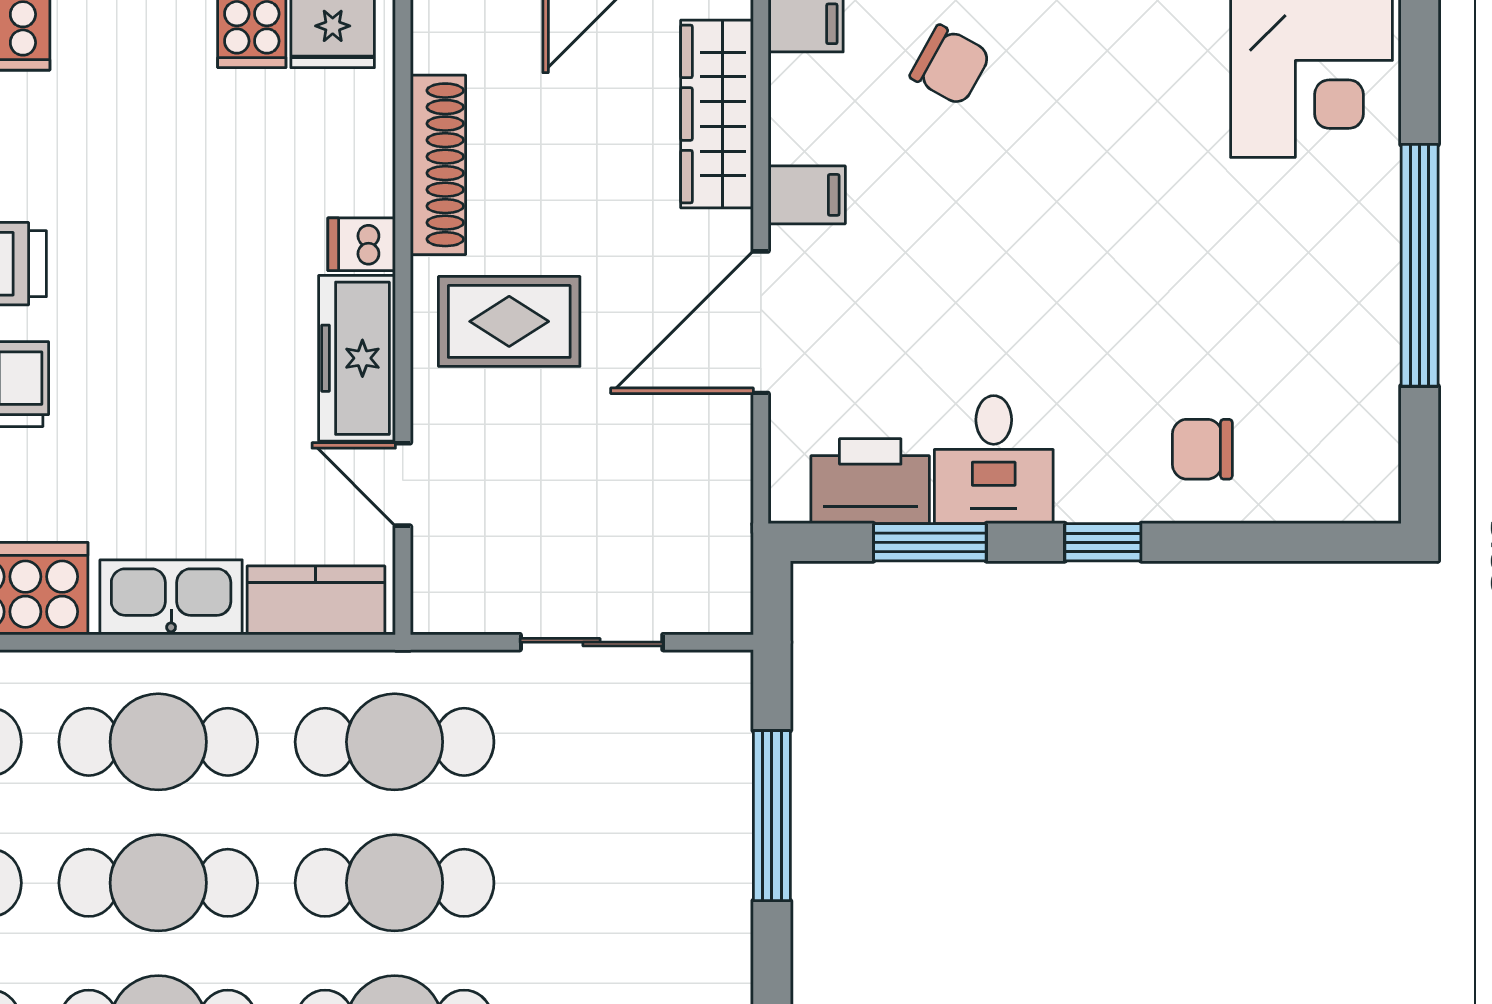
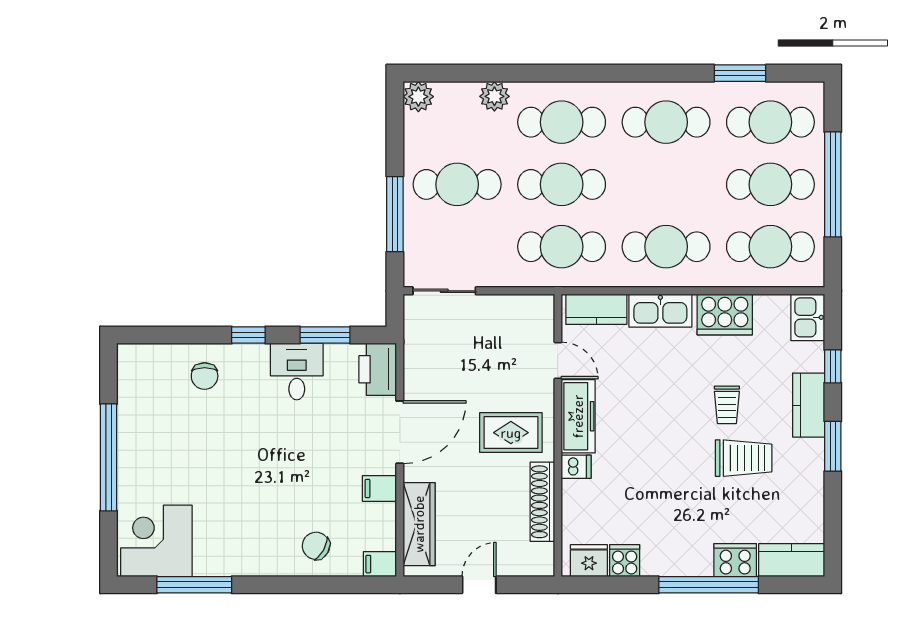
chair: (1202, 449) -> (205, 376), turned 90
printer: (870, 481) -> (378, 369), moved, turned 90
sliding door: (592, 642) -> (444, 291), moved
cafe table: (158, 883) -> (457, 184), moved

